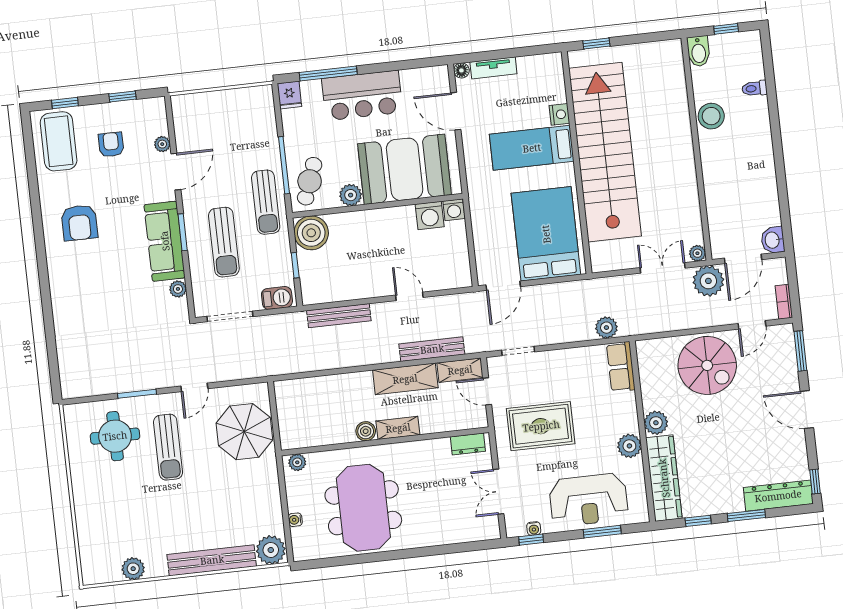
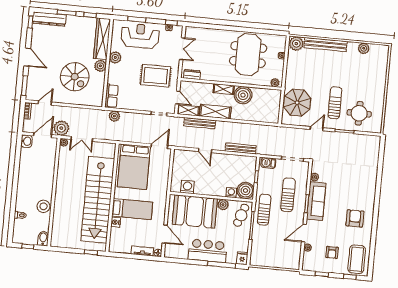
washing machine: (454, 210) -> (231, 193), moved
spiral stairs: (707, 365) -> (75, 77), moved, turned 180
boiler: (366, 431) -> (243, 95), width x1.86, depth x1.86

